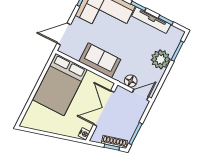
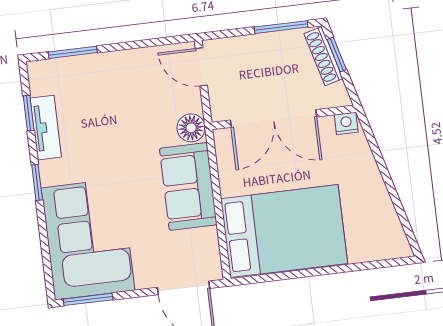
tv unit: (151, 20) -> (46, 128), width x0.71
plant: (161, 59) -> (110, 73), removed
floor lamp: (131, 81) -> (191, 128), moved

